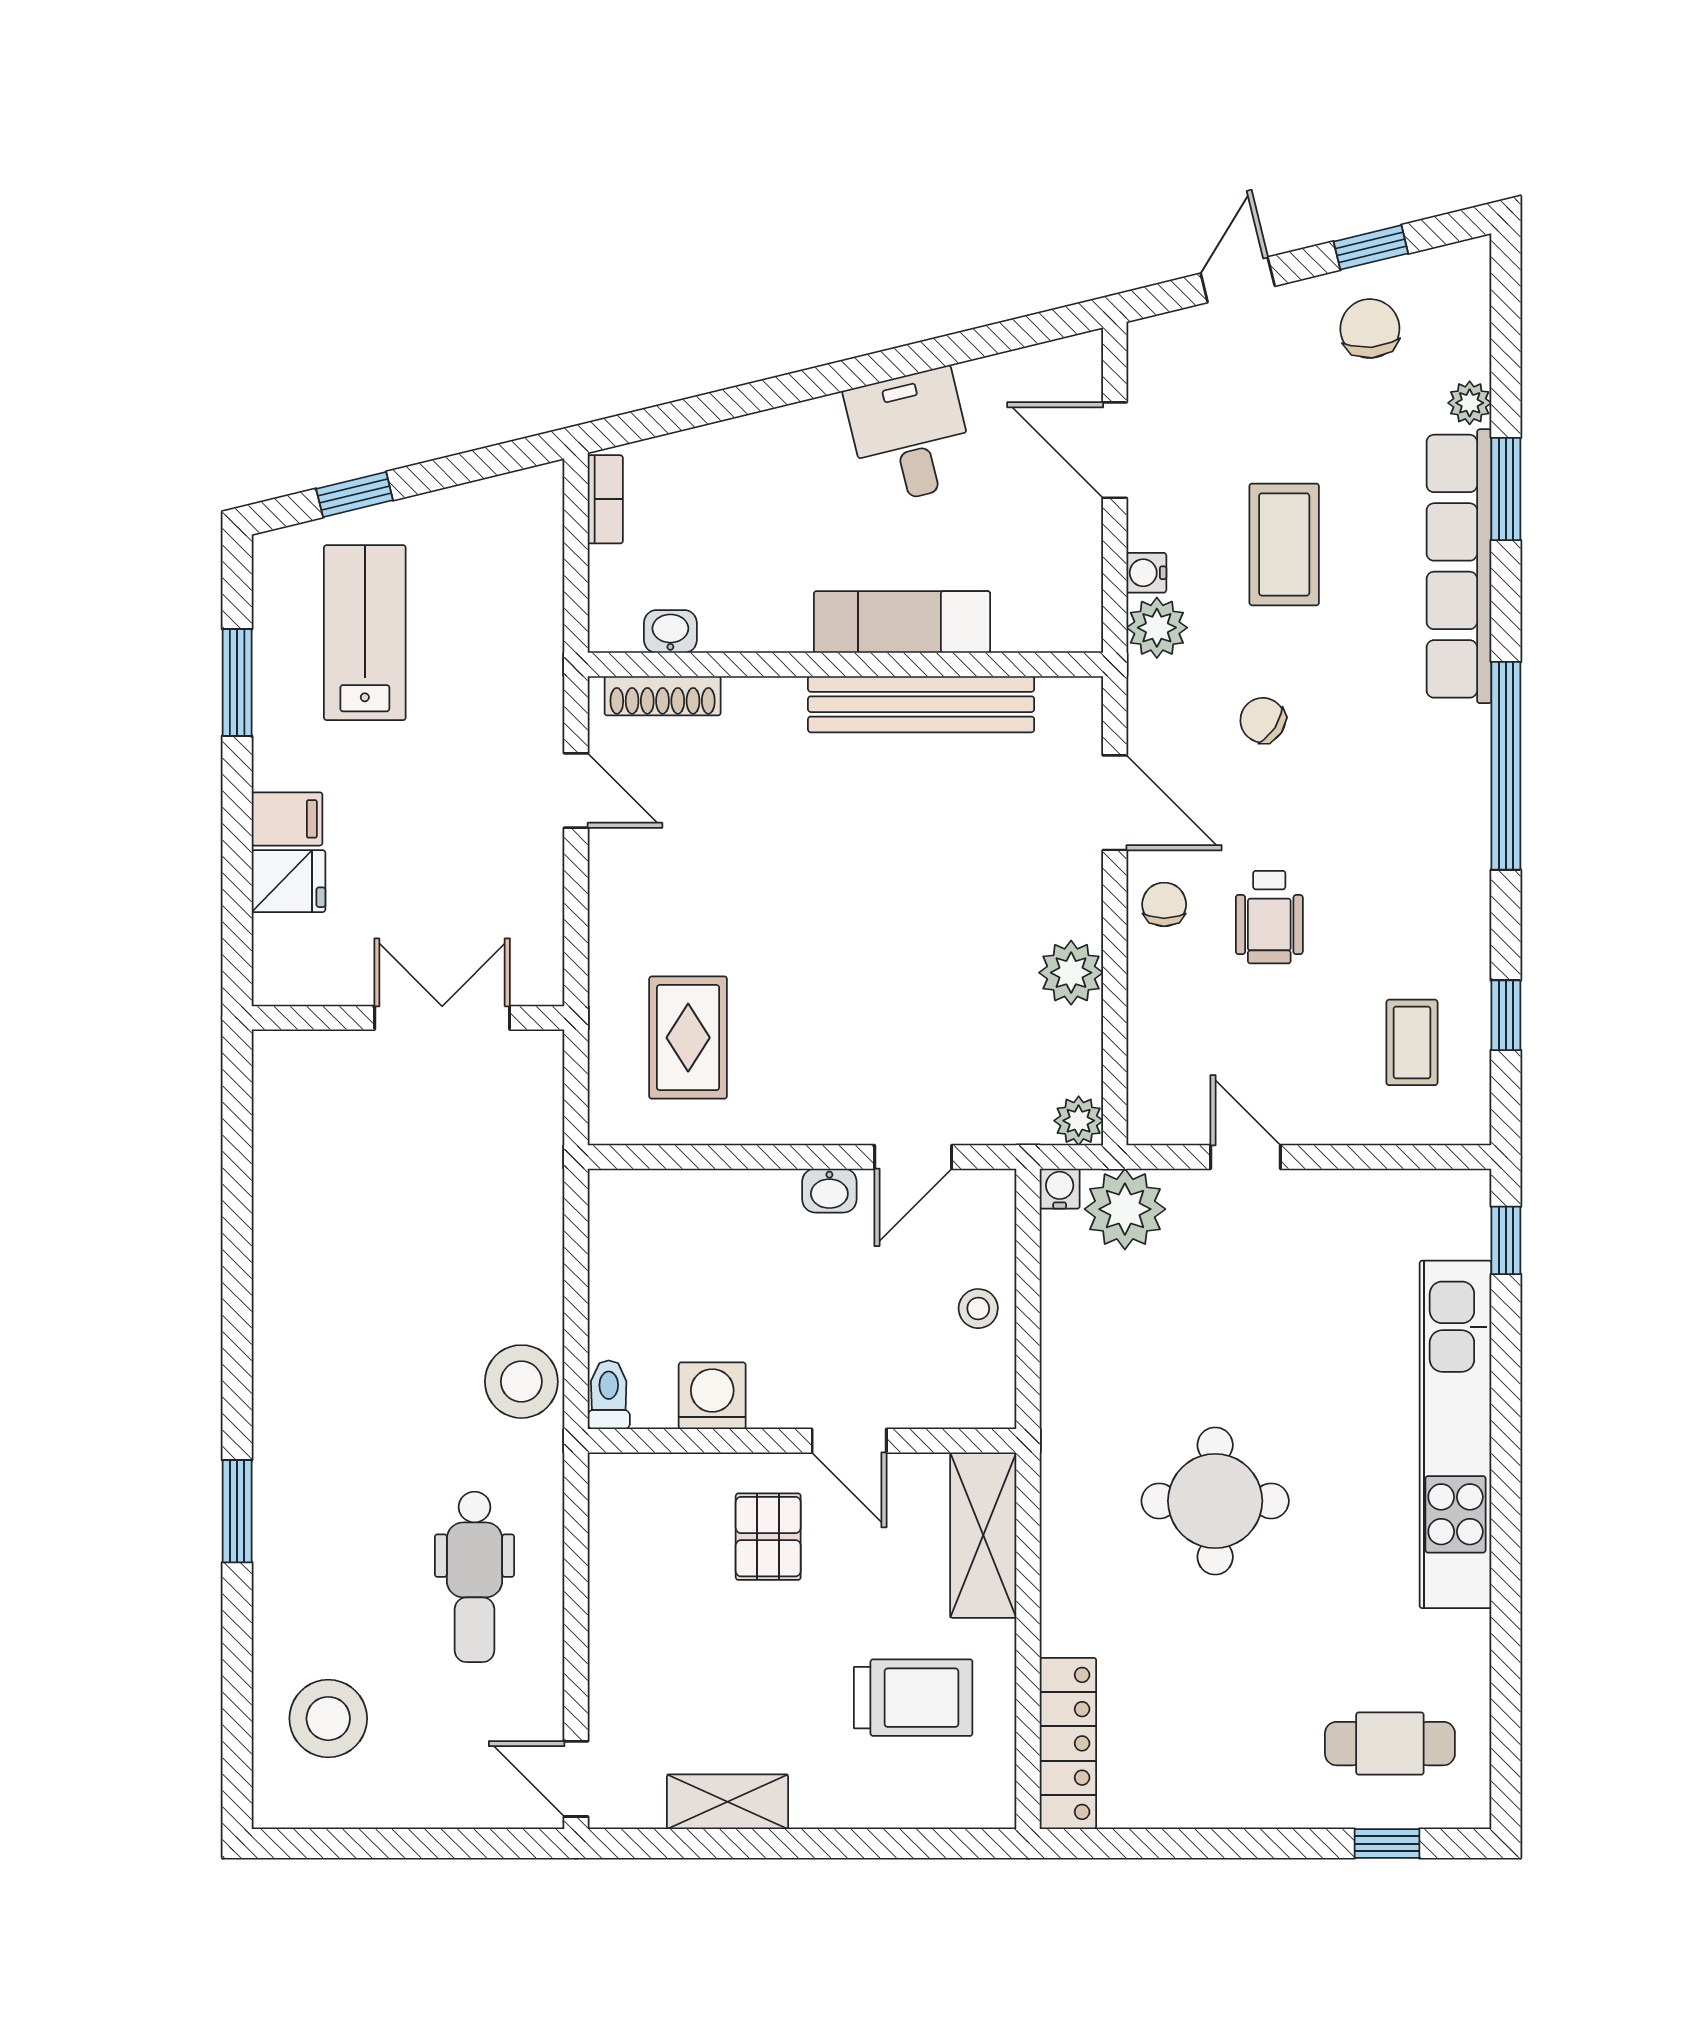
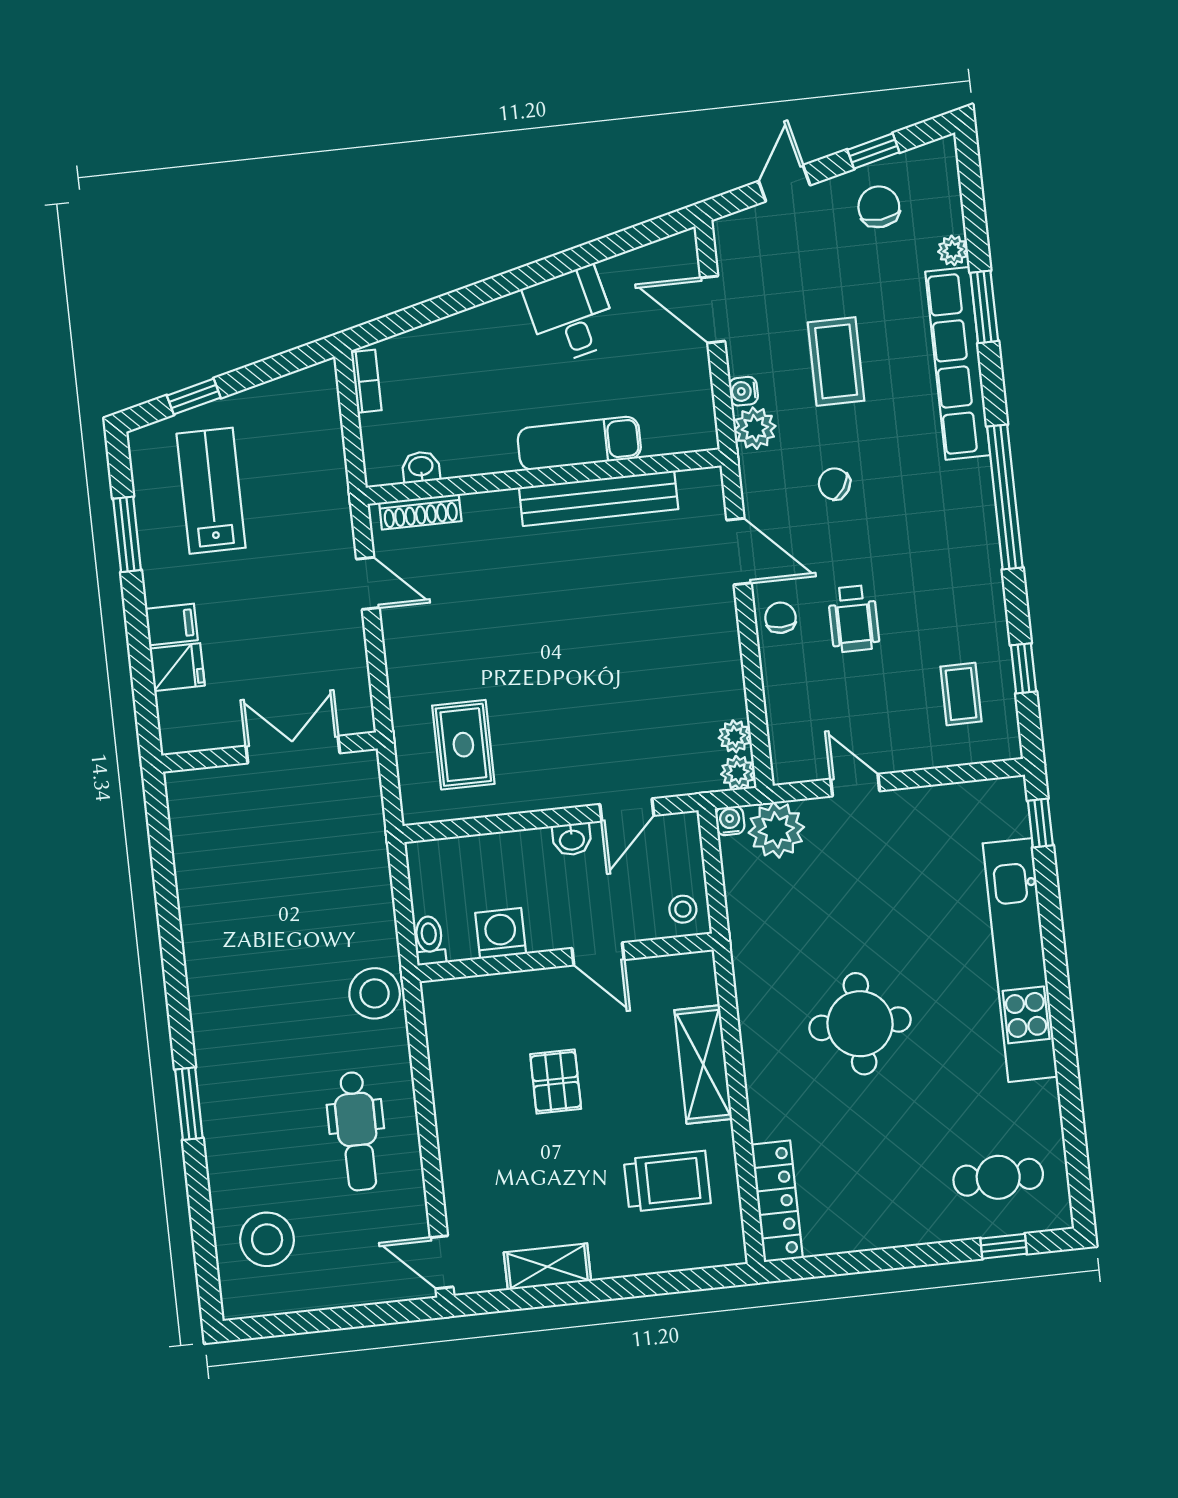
plant: (1071, 973) -> (735, 736), moved, width x0.73, depth x0.73
toilet: (609, 1395) -> (429, 940), moved
washing machine: (712, 1396) -> (501, 933), moved
wall: (802, 1441) -> (566, 957), moved
door: (849, 1441) -> (598, 954), moved

